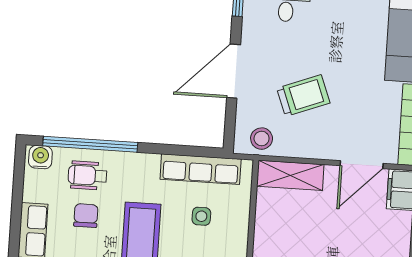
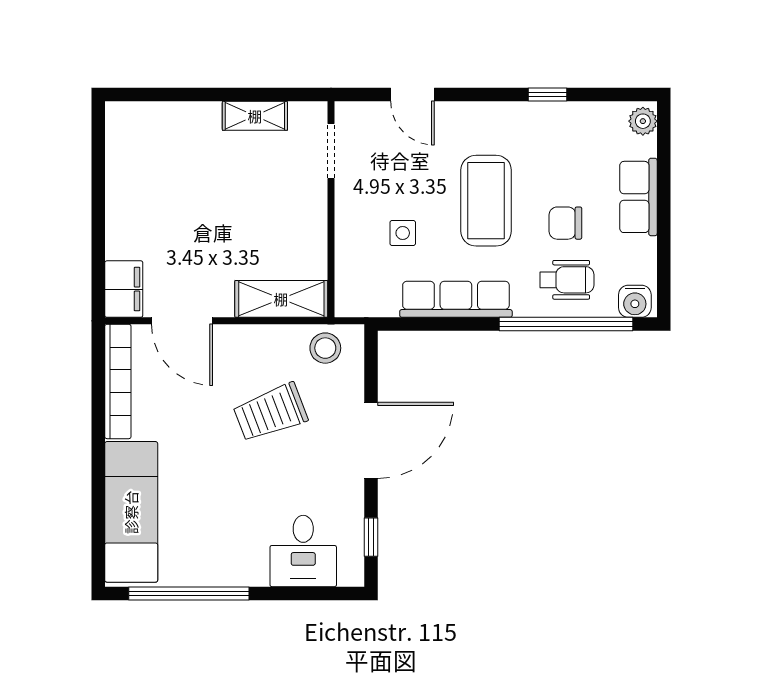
door: (362, 165) -> (182, 321), swing flipped
row of seats: (201, 169) -> (456, 299), moved
chair: (86, 216) -> (565, 223), turned 90

